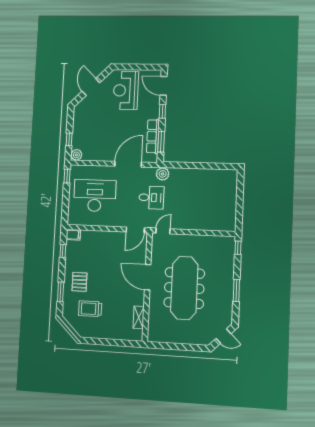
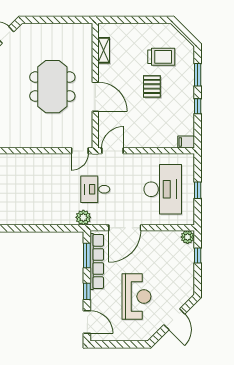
reception desk: (126, 90) -> (136, 296), moved
row of seats: (153, 136) -> (97, 261), width x1.36
window: (67, 176) -> (198, 190), moved
desk: (95, 196) -> (163, 189), turned -90
window: (63, 251) -> (198, 106), moved
pallet: (79, 282) -> (152, 86), moved
meeting table: (184, 288) -> (52, 87), width x0.73

